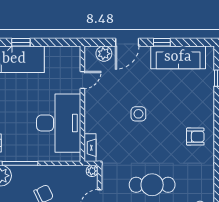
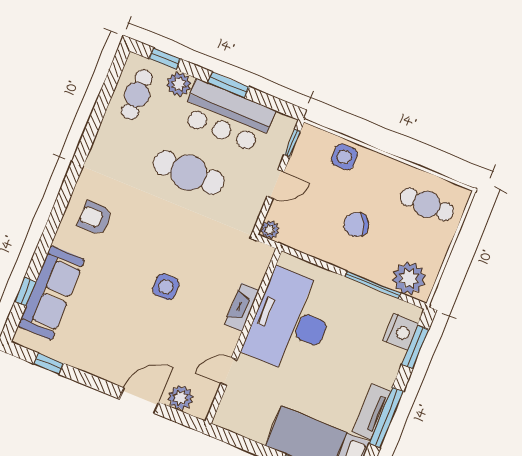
window: (162, 42) -> (49, 364), moved
sofa: (178, 57) -> (51, 293), moved, turned 90
fireplace: (90, 148) -> (242, 307), moved

